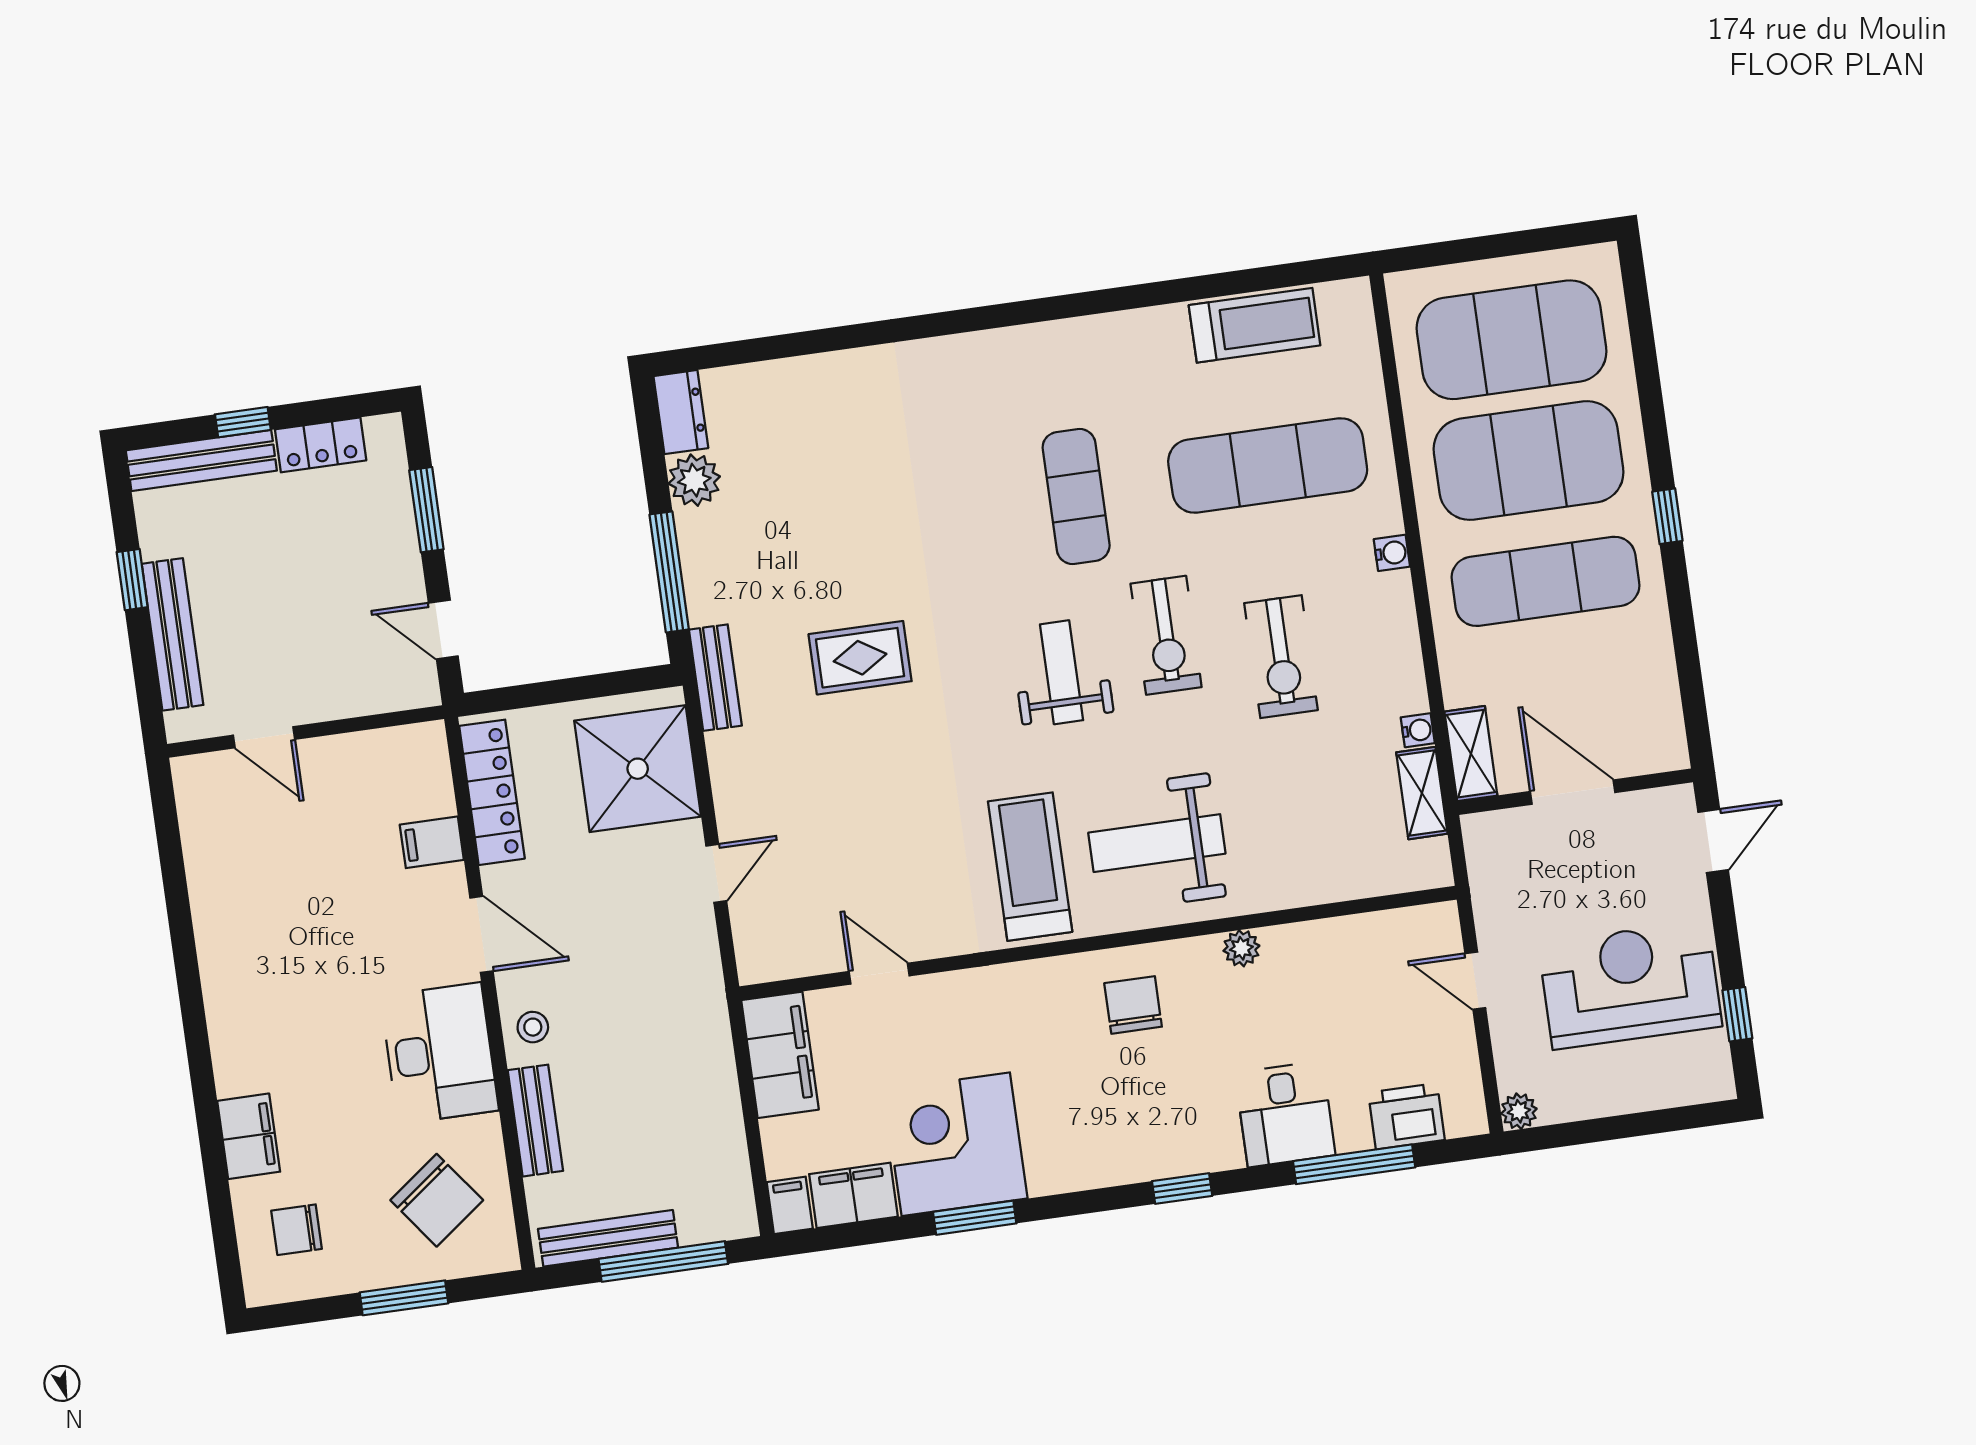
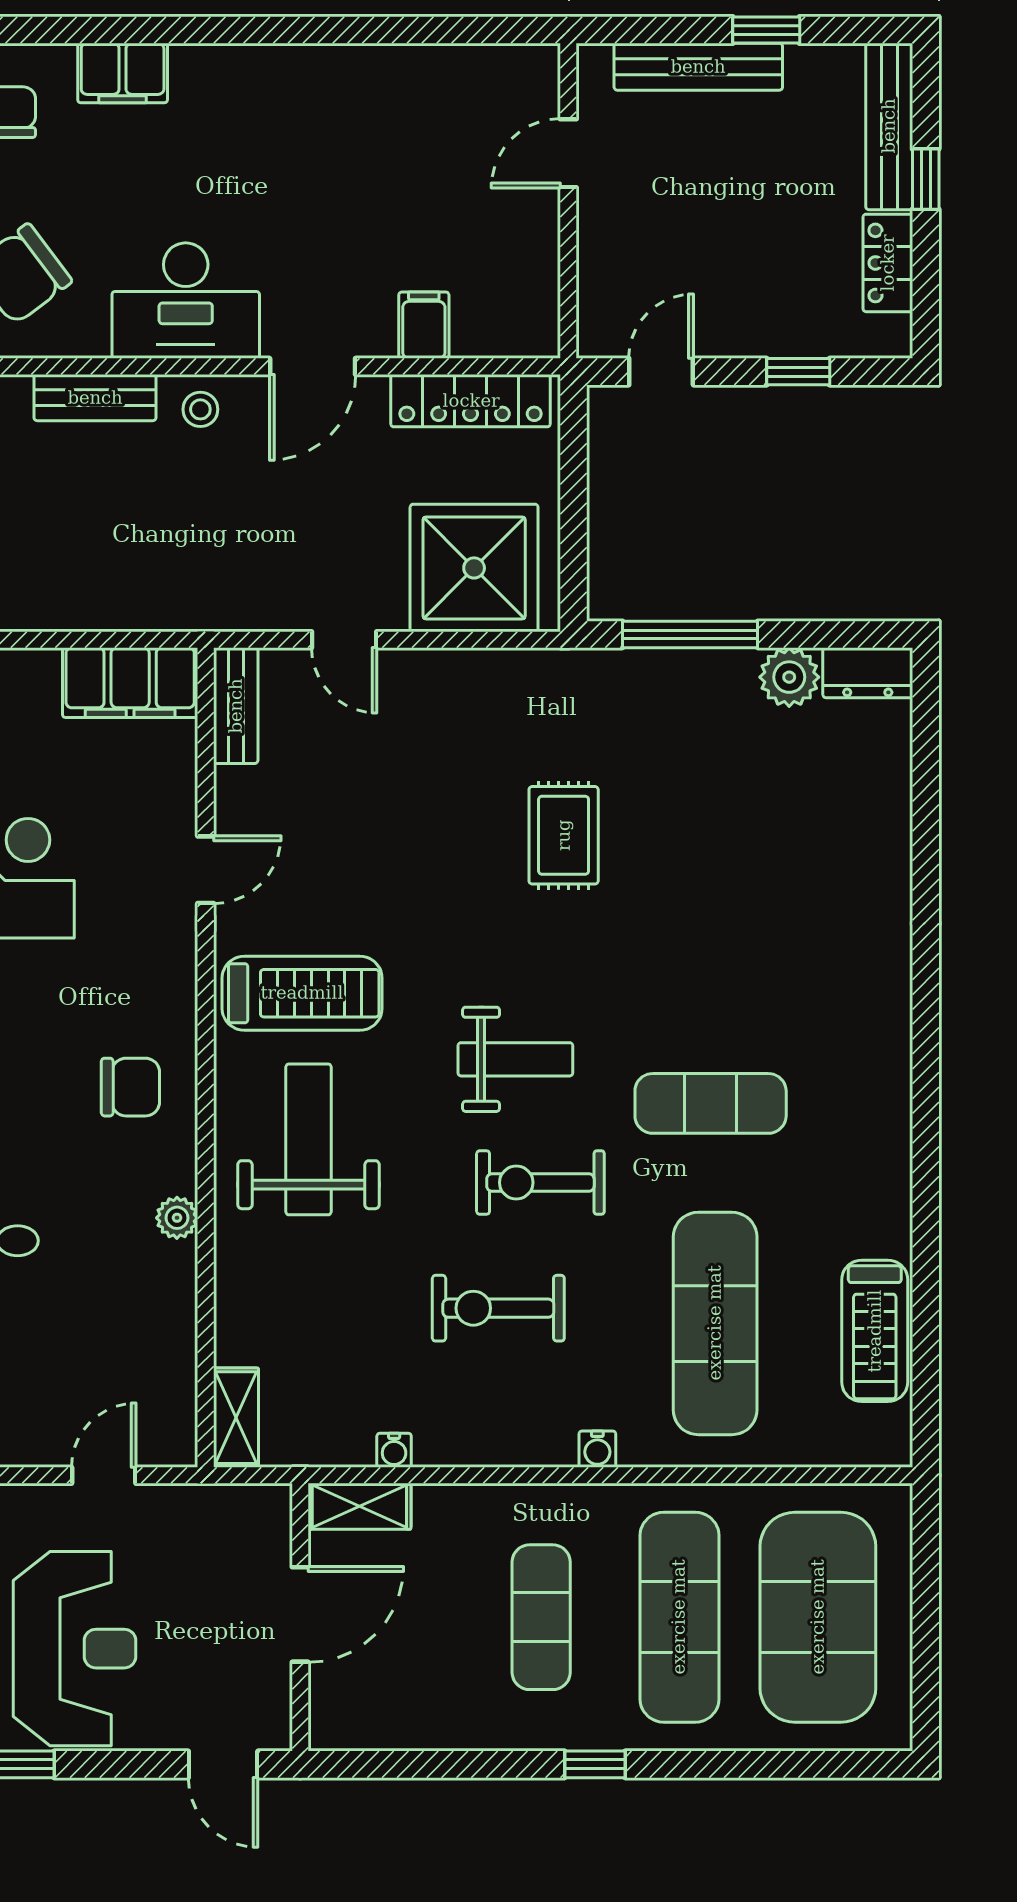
exercise mat: (1529, 461) -> (679, 1617), width x0.68
window: (426, 510) -> (798, 372), width x0.67
exercise mat: (1545, 581) -> (541, 1617), width x0.73, depth x0.69
bench: (715, 678) -> (236, 706), moved, turned 90
shelving: (1422, 793) -> (236, 1418), moved, turned 90
door: (879, 974) -> (206, 870), moved

